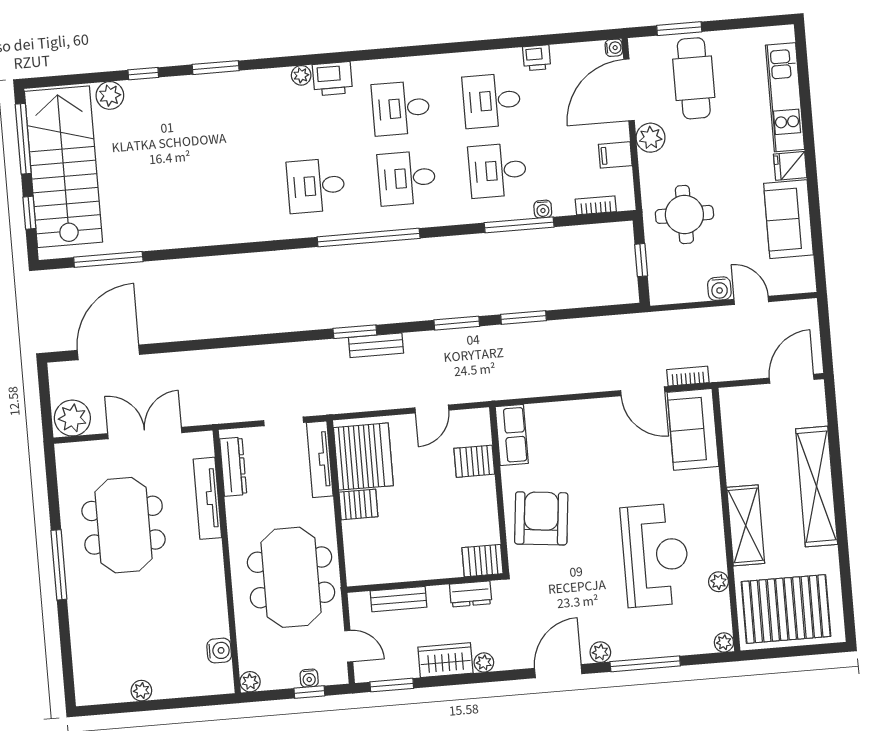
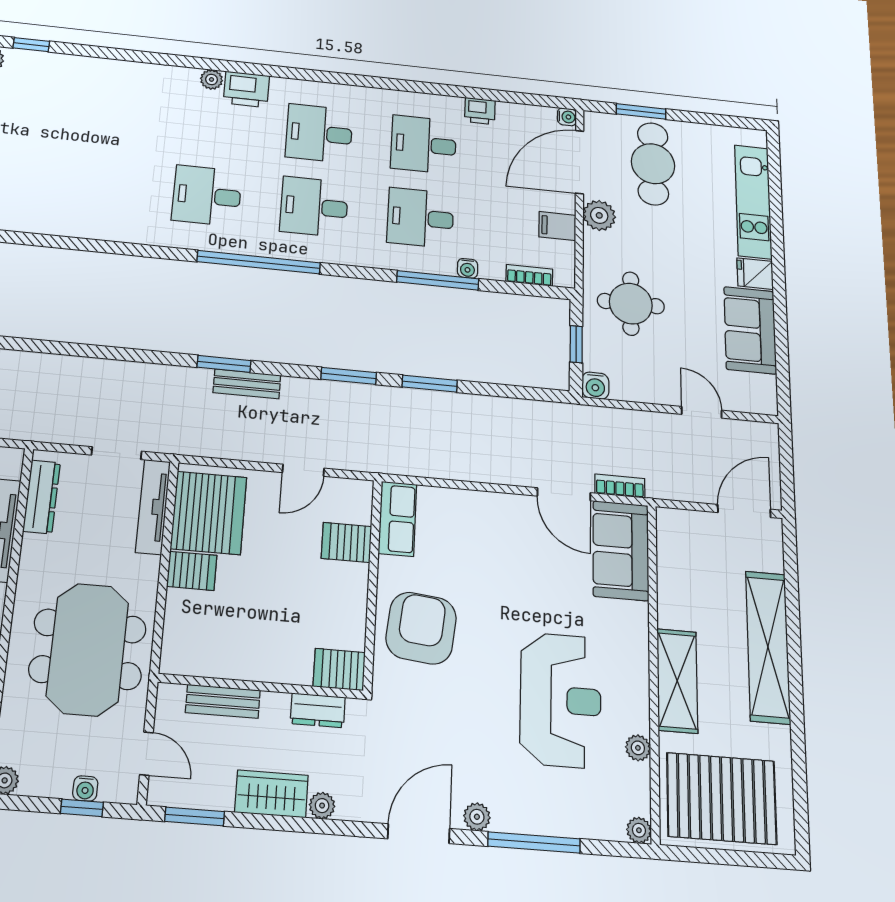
window: (216, 68) -> (116, 54), removed
water cooler: (719, 289) -> (595, 386), moved

